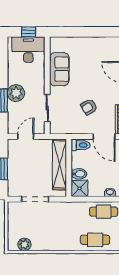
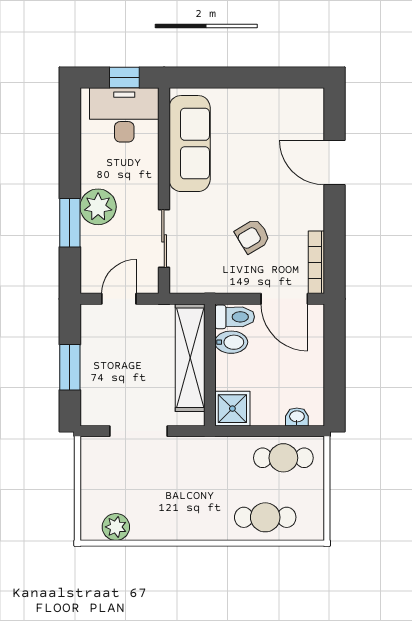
sofa: (59, 69) -> (190, 144), width x1.36
bidet: (79, 174) -> (231, 342), moved

